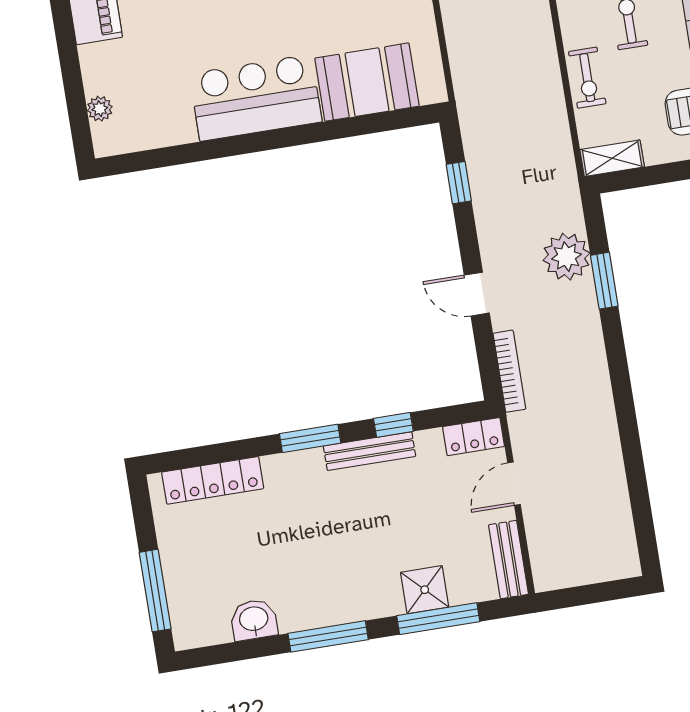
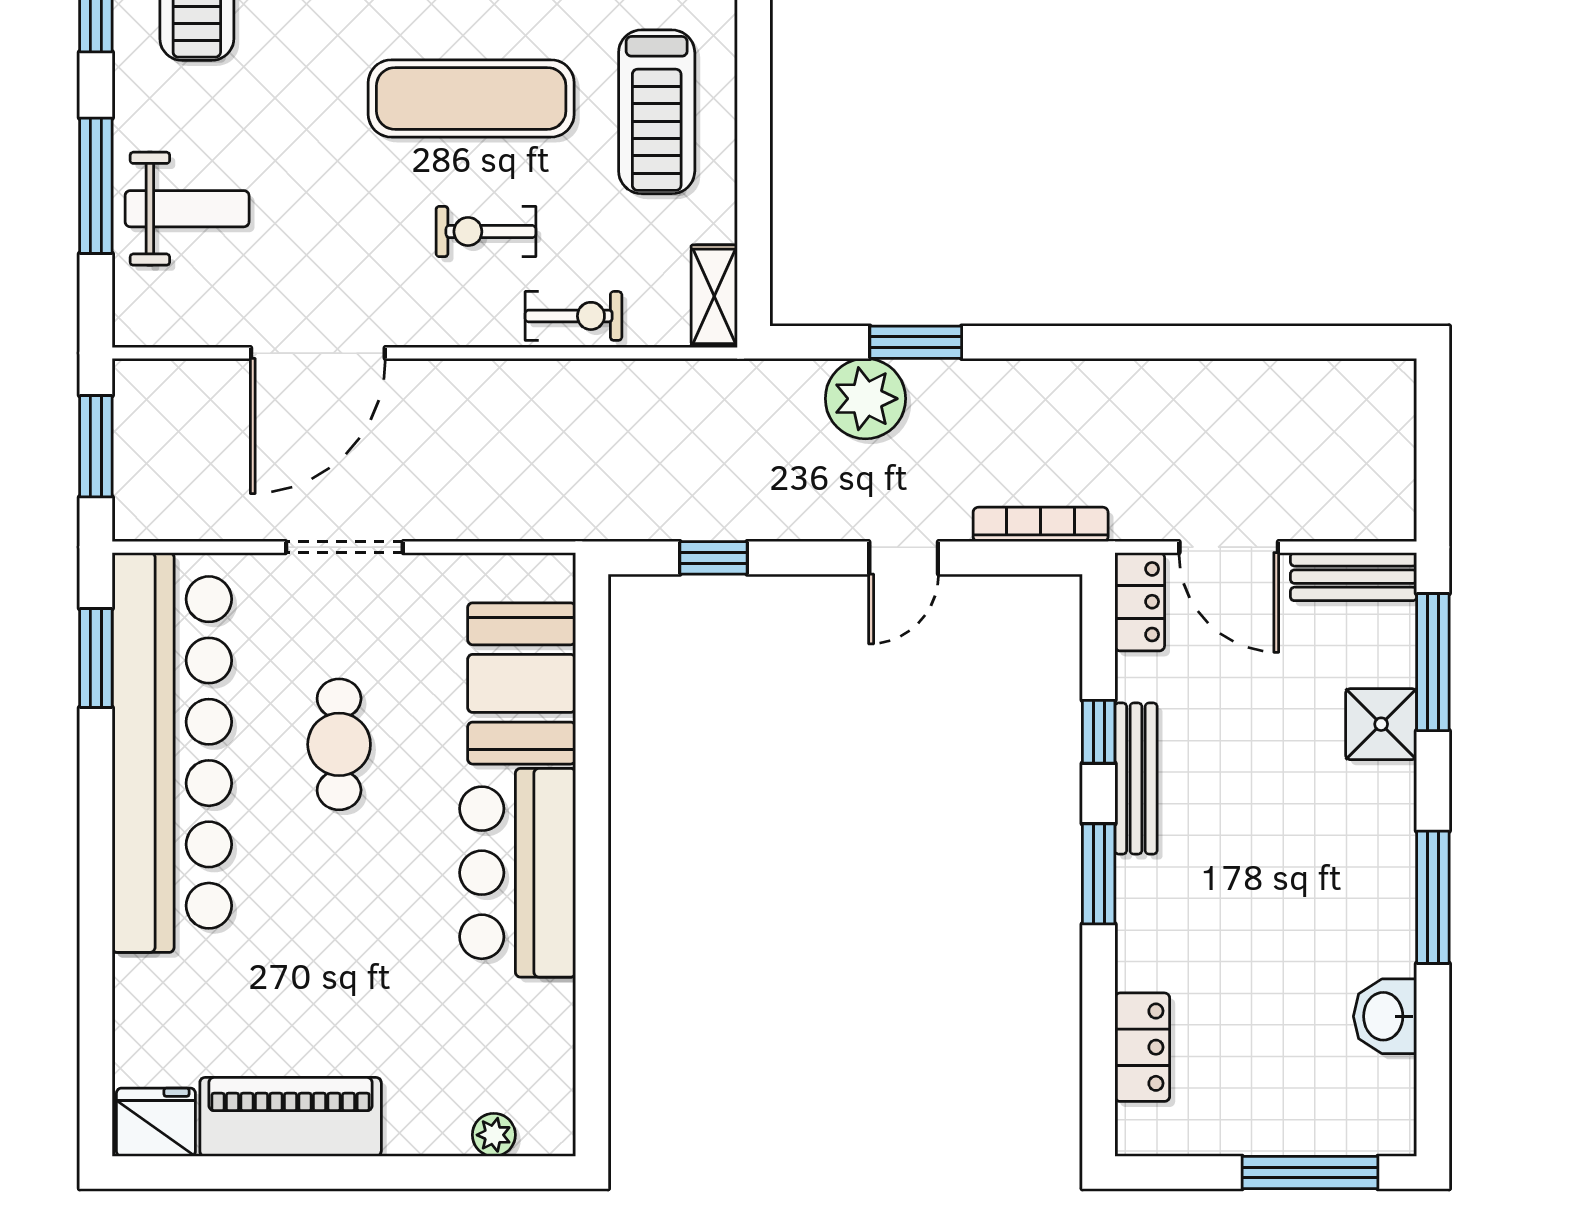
locker: (213, 480) -> (1142, 1047), width x0.66
door: (514, 484) -> (1229, 547), width x1.38
window: (438, 619) -> (1433, 662), moved

